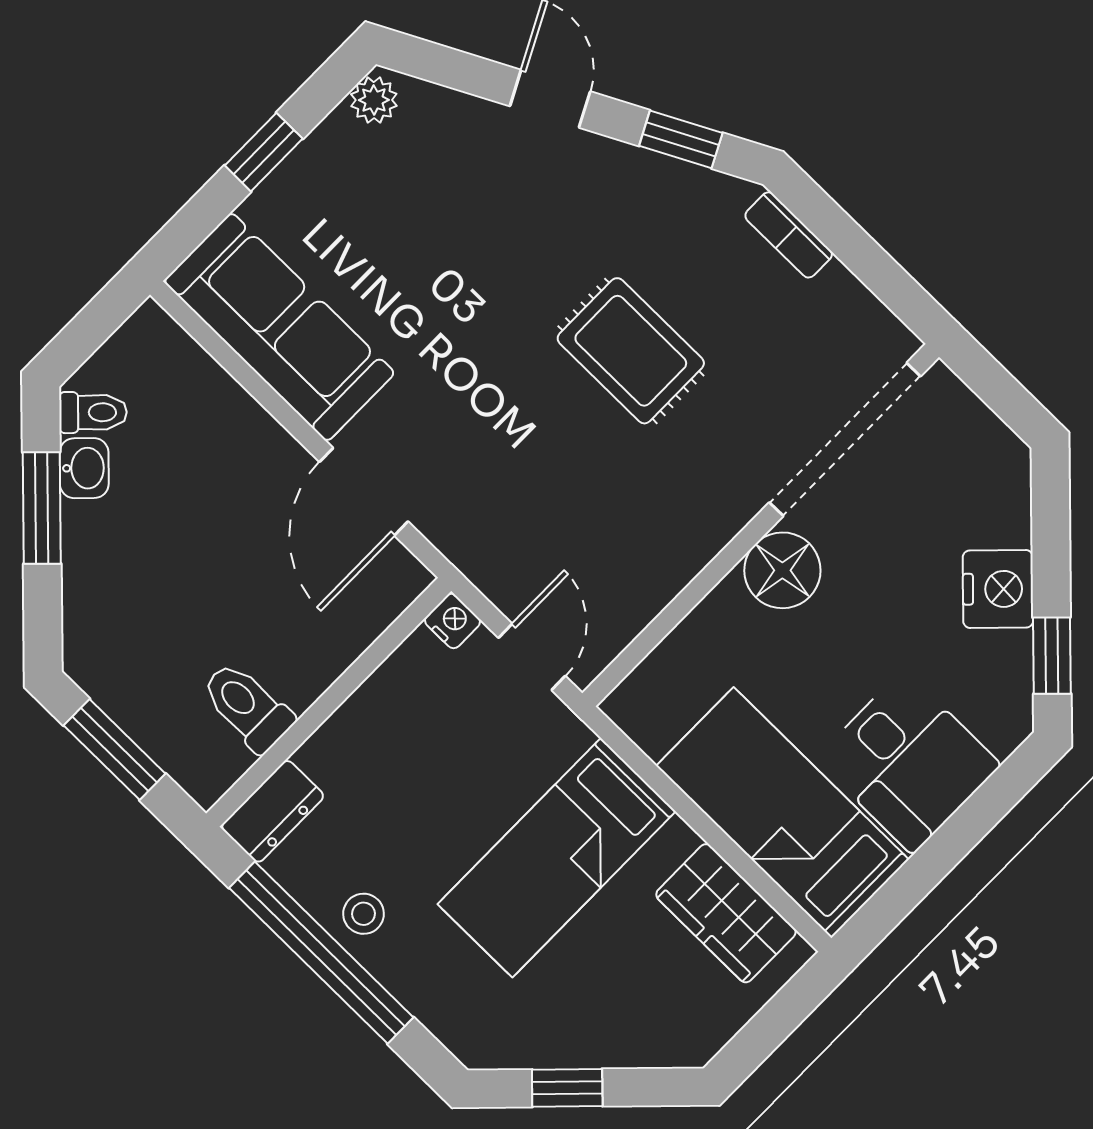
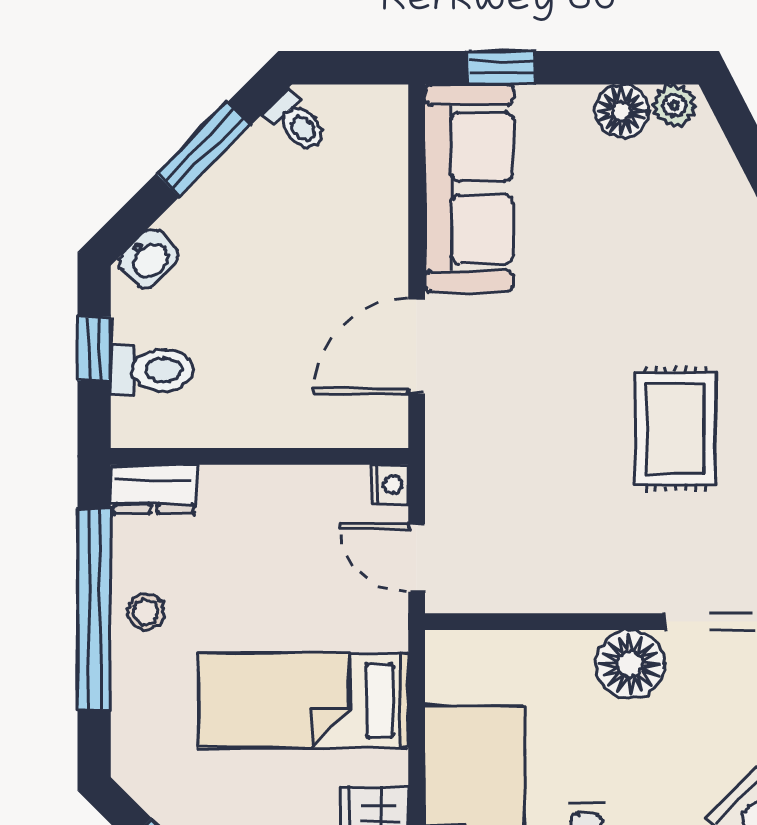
floor lamp: (337, 146) -> (622, 111), added
window: (264, 152) -> (502, 68), moved
washbasin: (84, 468) -> (149, 258), moved
door: (532, 657) -> (417, 558), swing flipped
toilet: (247, 707) -> (152, 370), moved, turned 90
window: (115, 749) -> (94, 349), width x0.67

